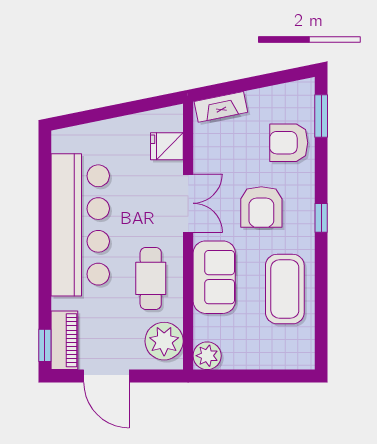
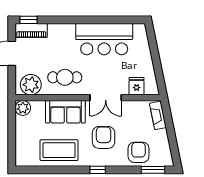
armchair: (261, 207) -> (104, 137), turned 90
bar counter: (80, 225) -> (104, 39), width x0.73

